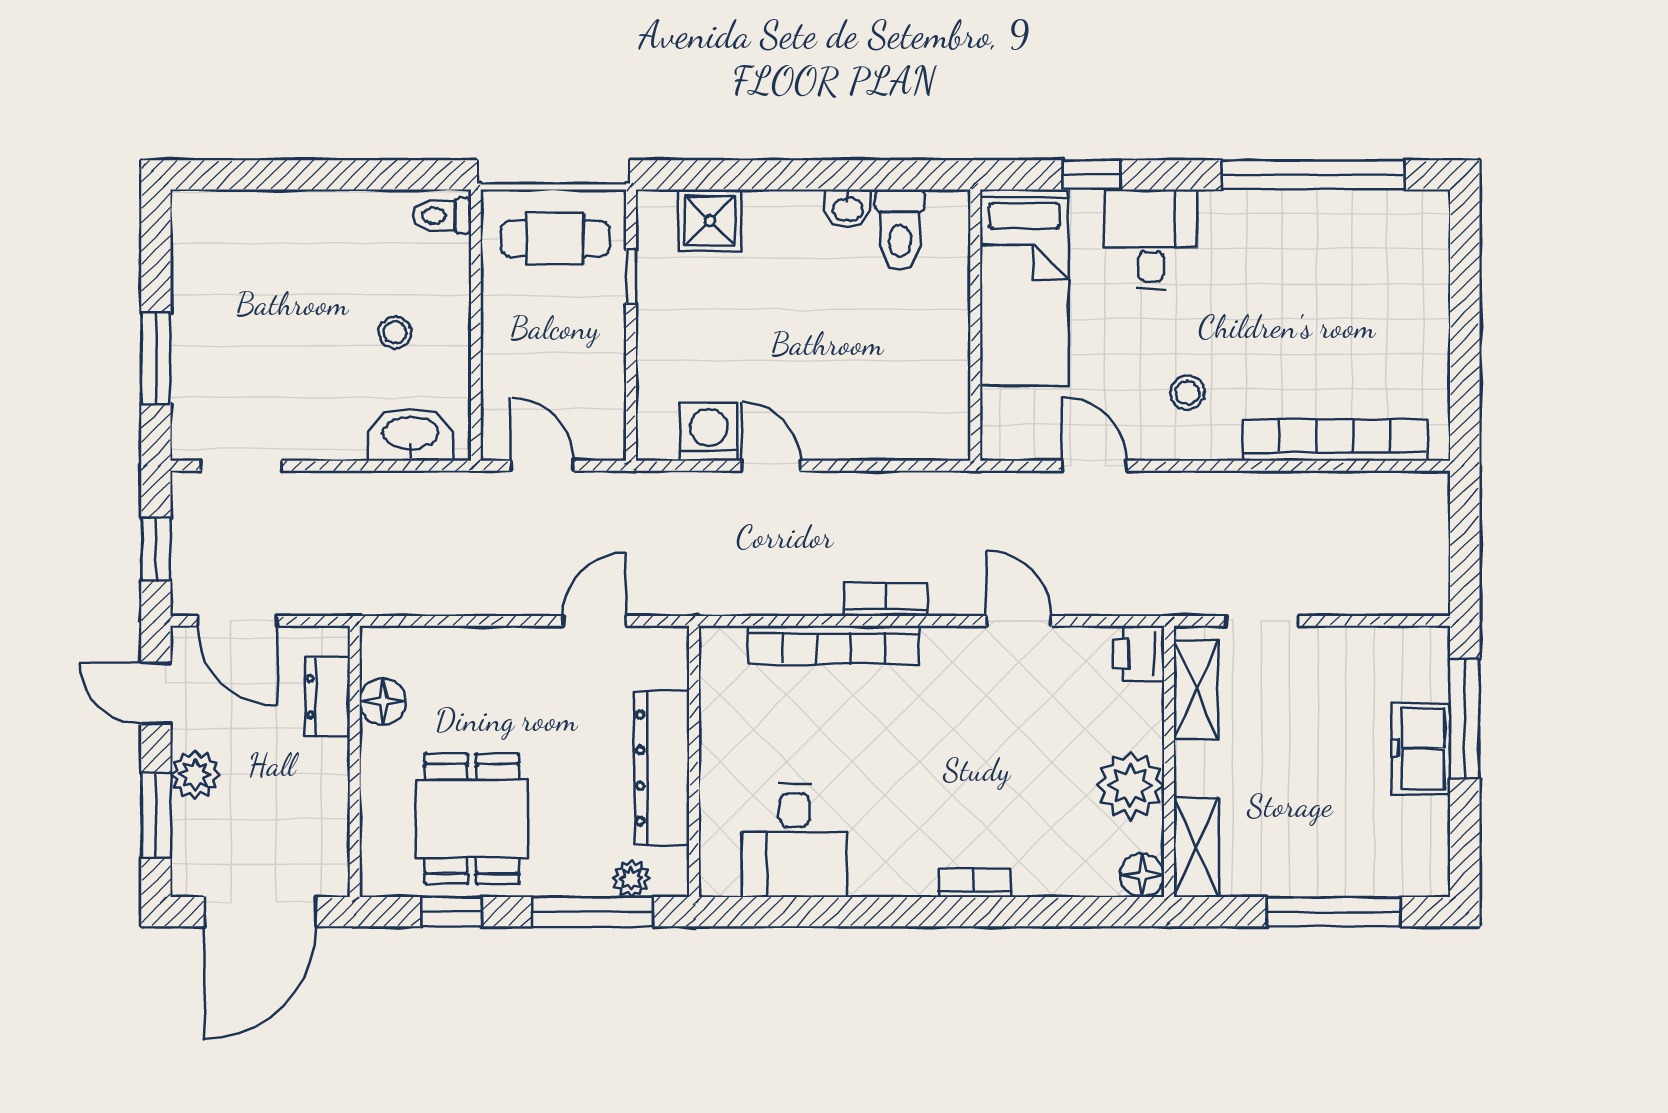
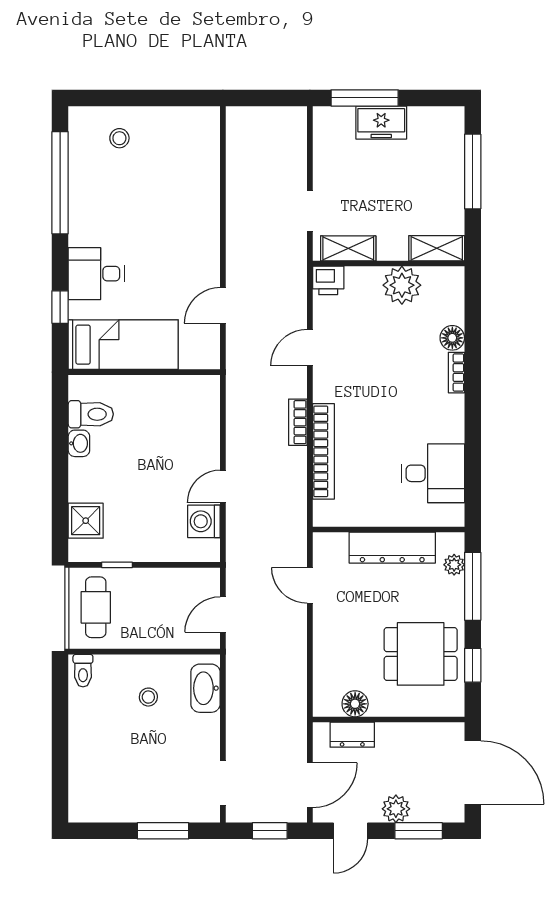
stool: (1187, 393) -> (119, 138), moved
bookcase: (1335, 440) -> (209, 171), removed
floor lamp: (1142, 875) -> (452, 338), moved

